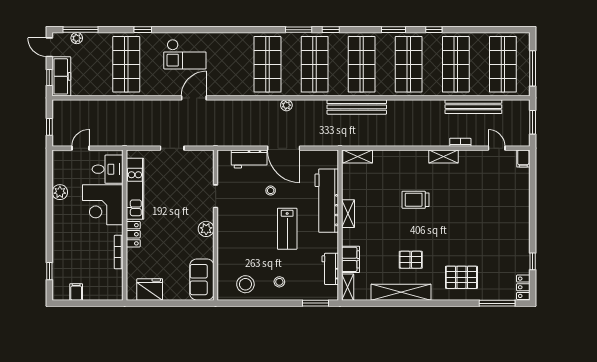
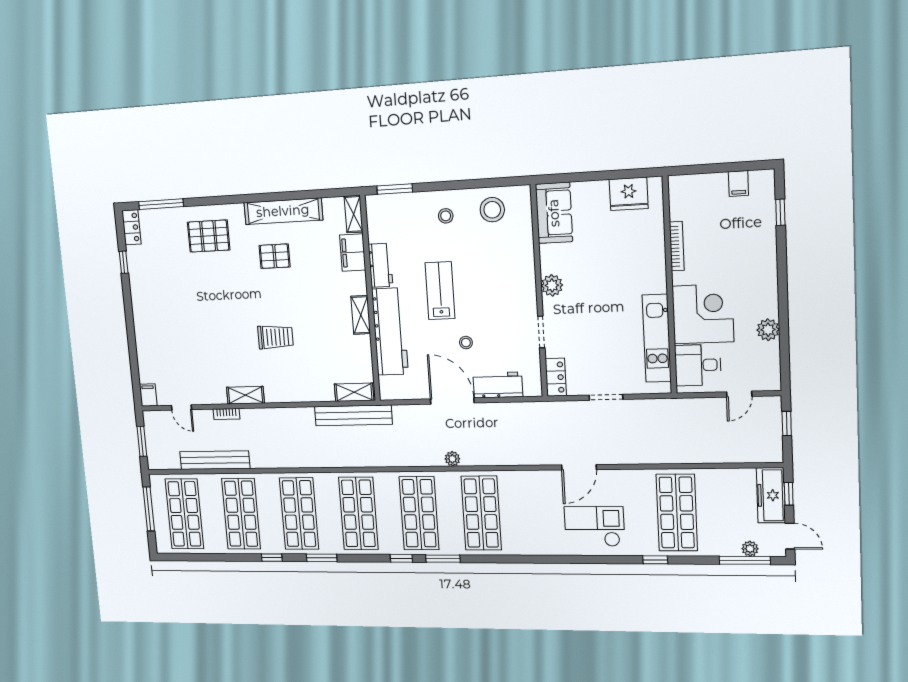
bench: (357, 107) -> (353, 415), moved
locker: (133, 234) -> (556, 377), moved, turned 180
workbench: (330, 269) -> (380, 265), moved

